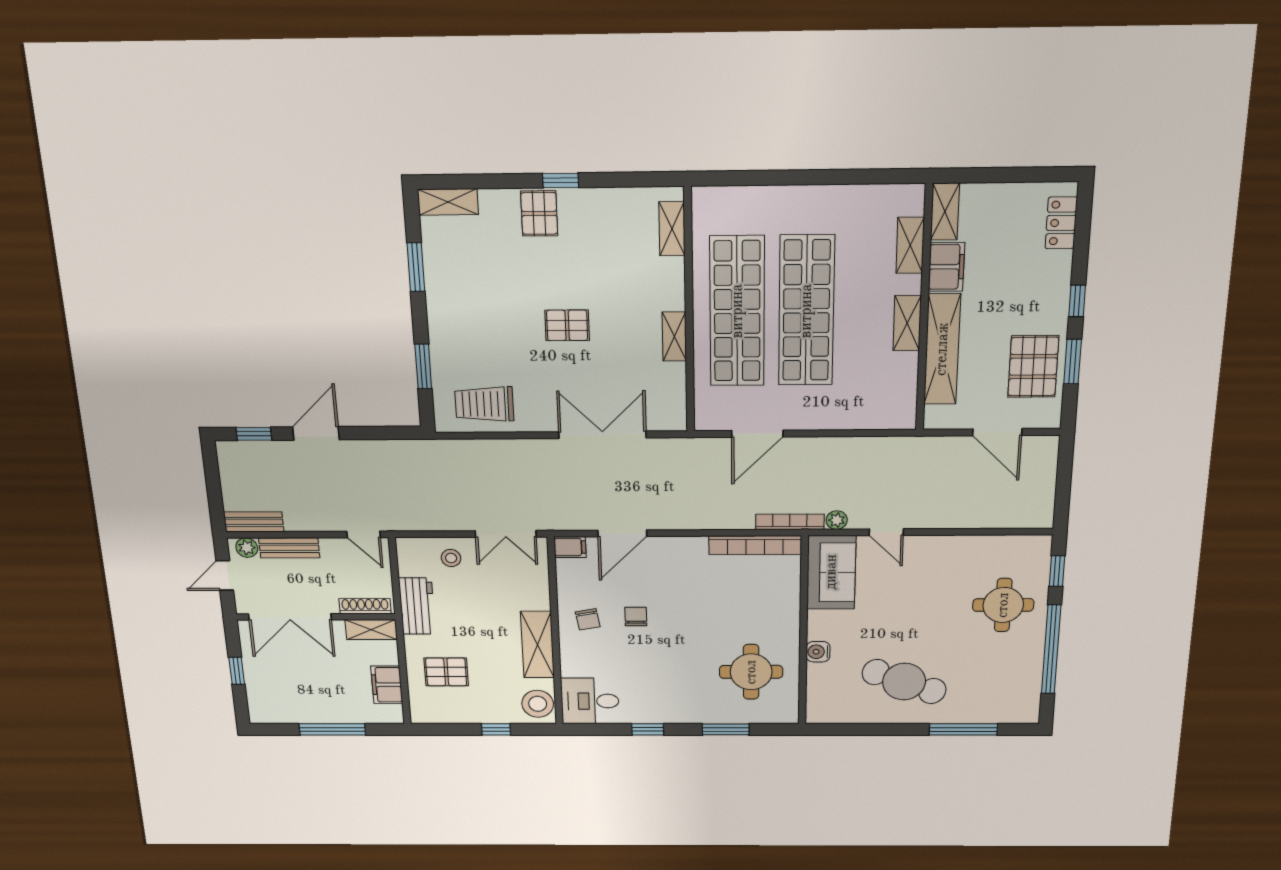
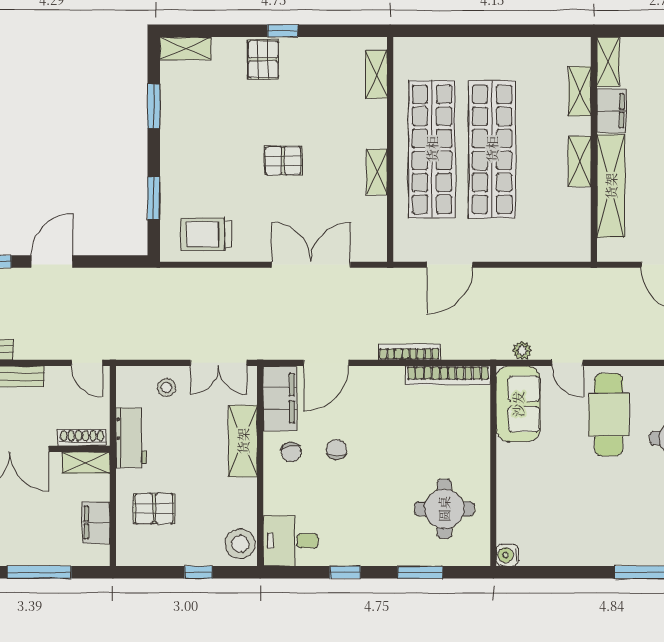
bookcase: (790, 522) -> (409, 352), moved
filing cabinet: (570, 547) -> (280, 398), width x3.00, depth x1.17
shelving: (537, 645) -> (243, 441), moved
water cooler: (818, 652) -> (507, 555), moved
cafe table: (904, 682) -> (609, 415), moved, turned 69

